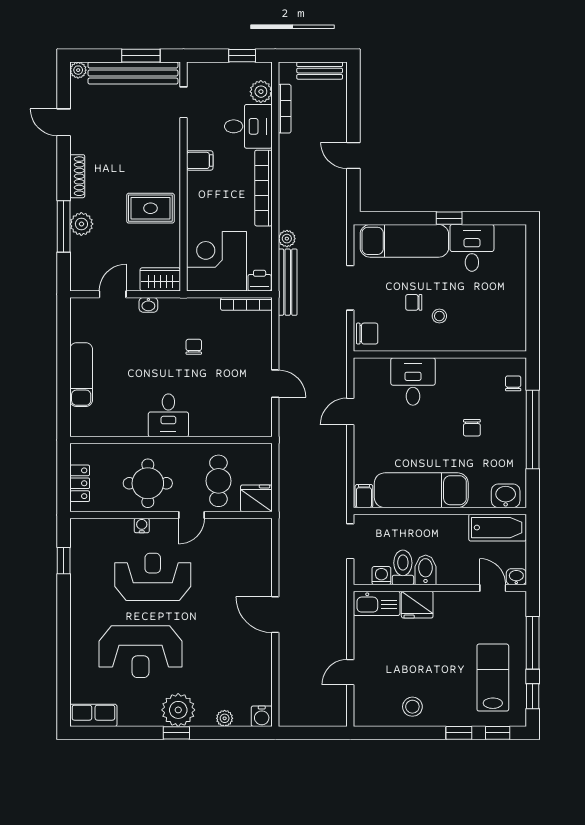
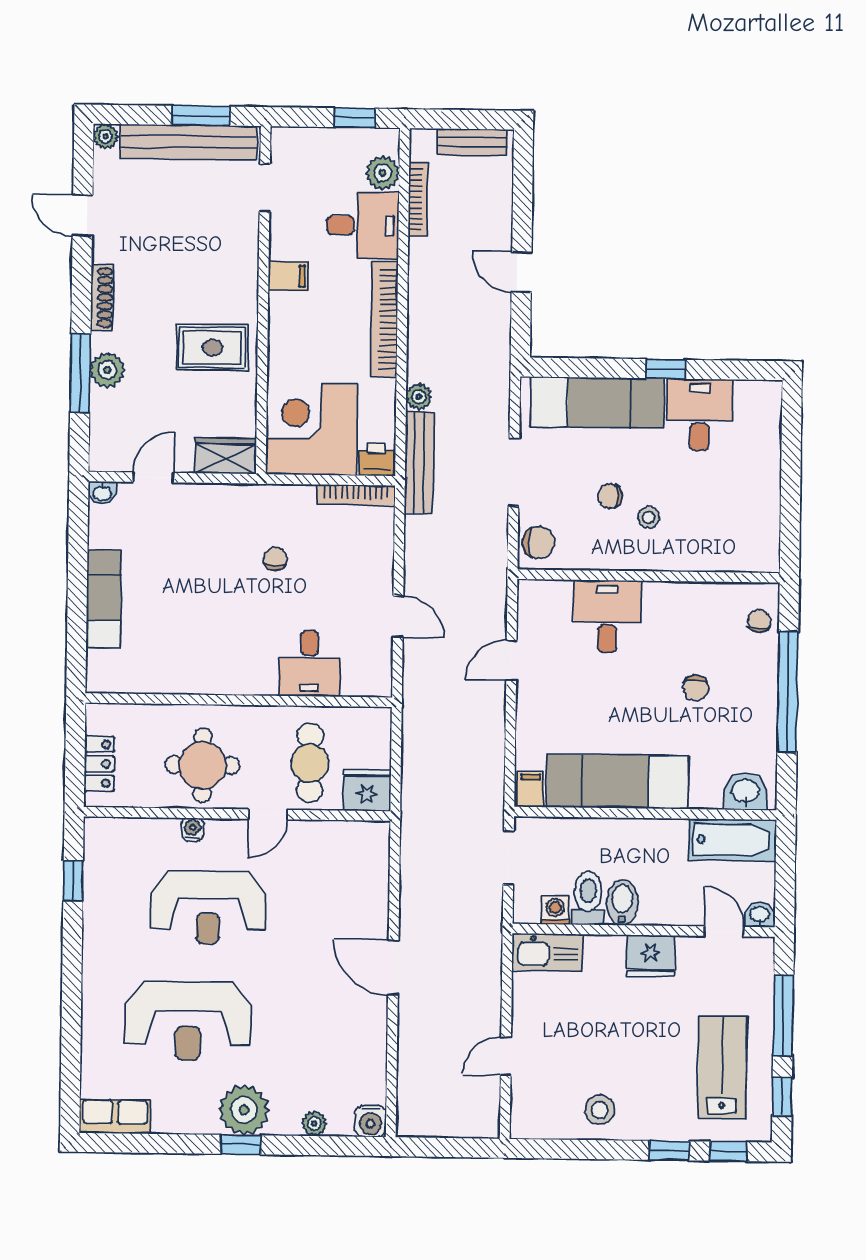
washbasin: (148, 305) -> (102, 493), moved
desk: (168, 415) -> (309, 663), moved
reception desk: (153, 577) -> (208, 907), turned 180
fridge: (417, 605) -> (650, 956), moved

